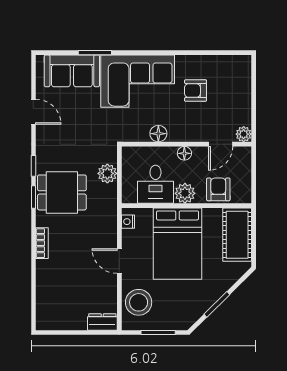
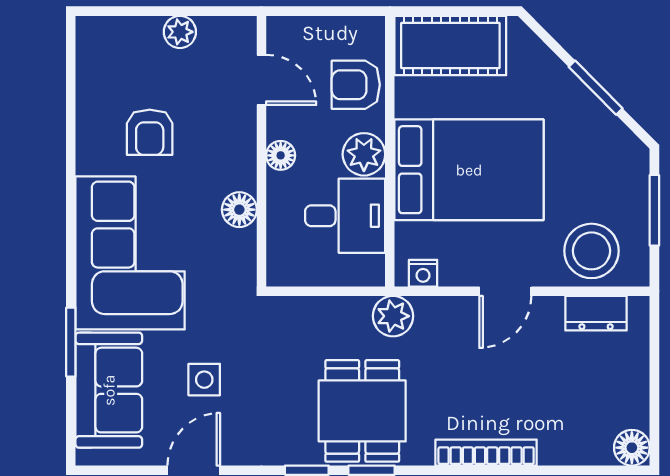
side table: (77, 117) -> (204, 380), added
plant: (244, 134) -> (180, 32), moved
plant: (107, 173) -> (393, 316), moved
bookcase: (42, 243) -> (486, 453), width x1.56
floor lamp: (44, 322) -> (632, 448), added
dresser: (102, 322) -> (596, 313), moved, turned -90

